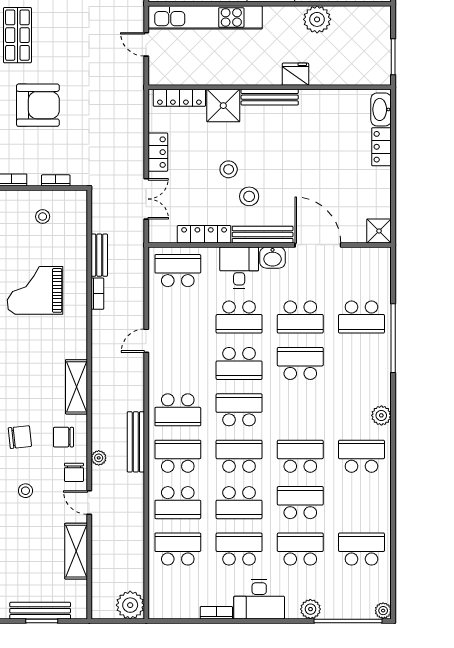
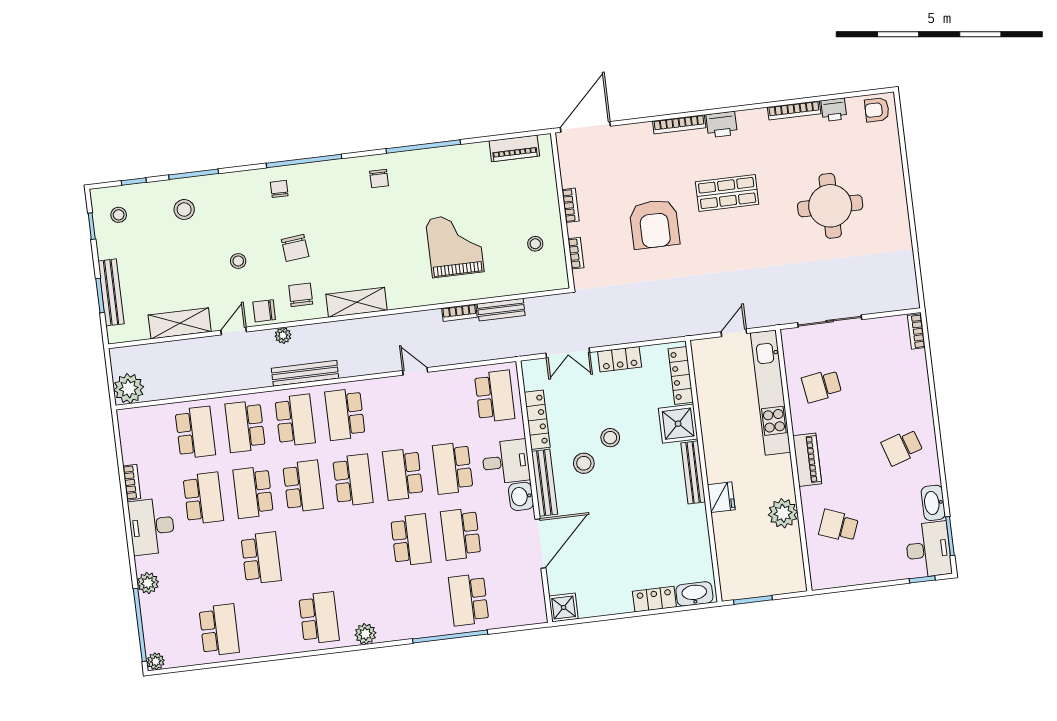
school desk: (300, 456) -> (311, 552), removed
school desk: (300, 549) -> (211, 564), removed

